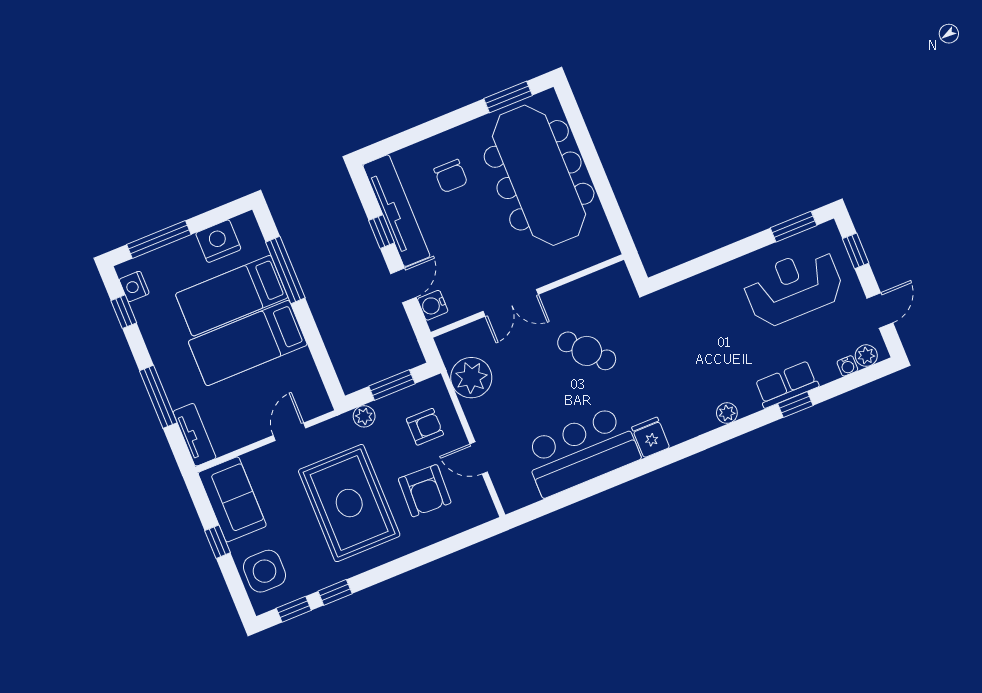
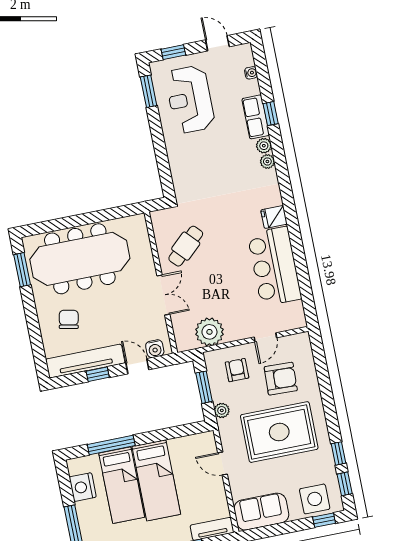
chair: (451, 176) -> (69, 319), turned -79
cafe table: (587, 351) -> (186, 246), moved
plant: (866, 356) -> (264, 146), moved
window: (218, 542) -> (324, 520), moved

